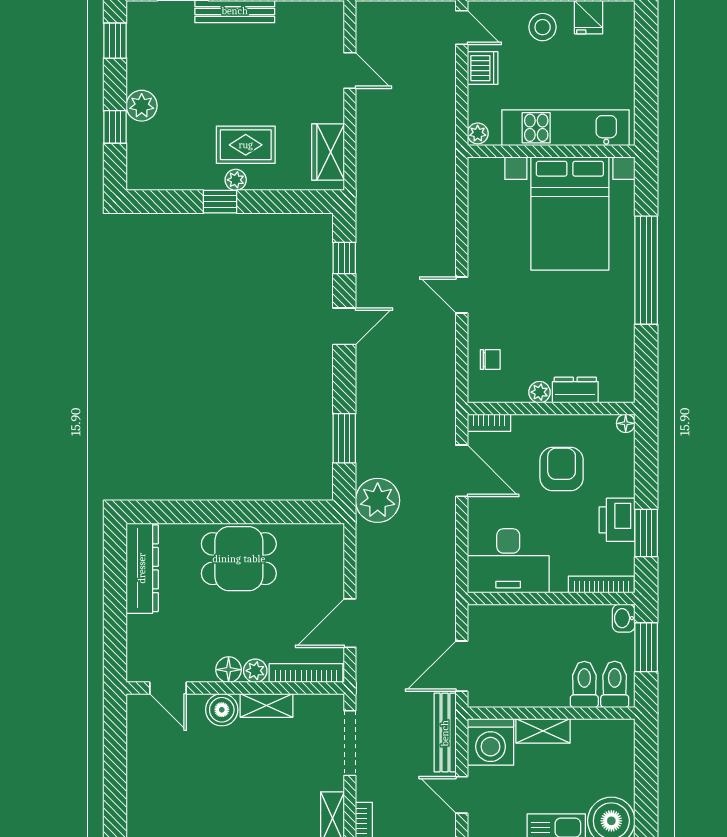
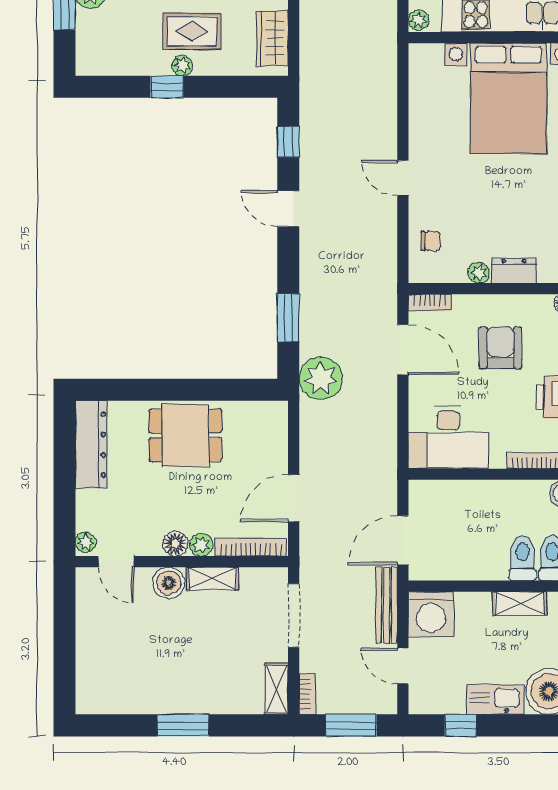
door: (344, 326) -> (288, 209), swing flipped
plant: (137, 668) -> (86, 542), added
shelving: (543, 731) -> (520, 604), moved

